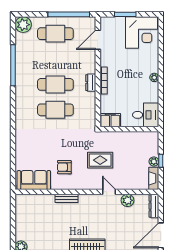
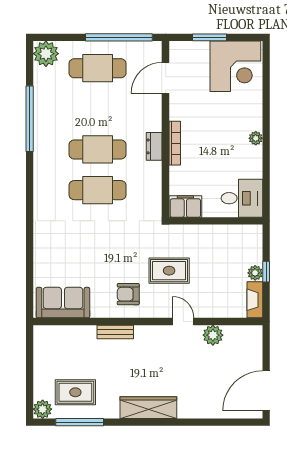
armchair: (64, 167) -> (128, 294), moved
dresser: (154, 206) -> (255, 344), removed
rug: (42, 236) -> (75, 392), added

